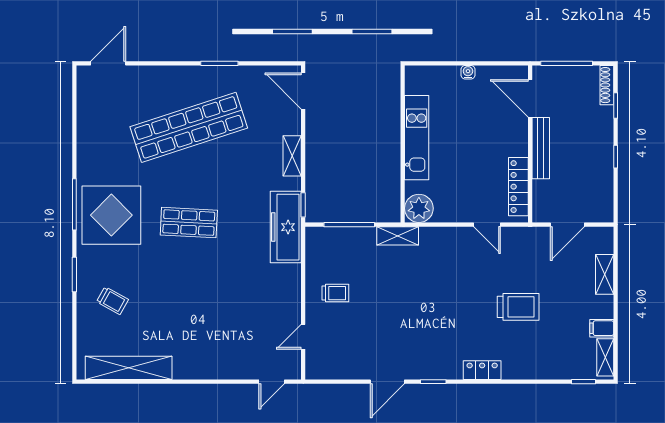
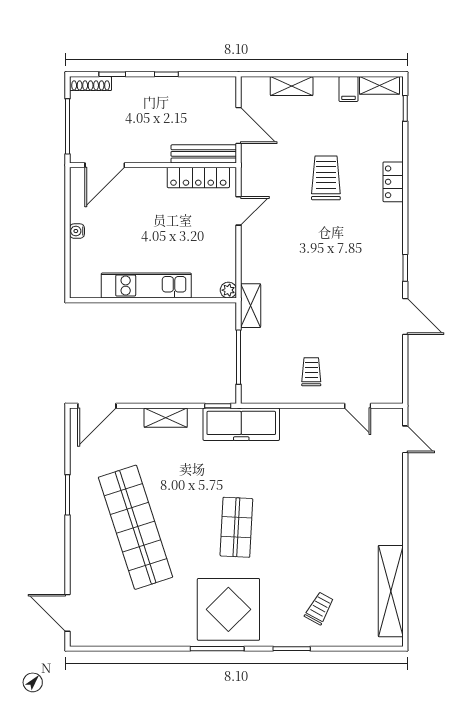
bench: (541, 148) -> (204, 154), moved
plant: (419, 208) -> (228, 290), width x0.53, depth x0.53
locker: (482, 370) -> (393, 182), moved

